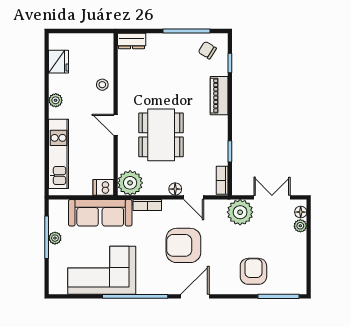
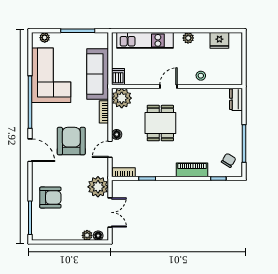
dining table: (161, 135) -> (160, 123), width x0.73
plant: (55, 238) -> (45, 38), moved

